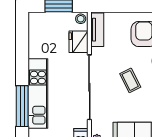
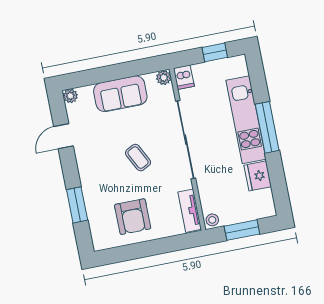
fridge: (79, 42) -> (258, 176), moved, turned 180
window: (22, 106) -> (267, 127), moved

